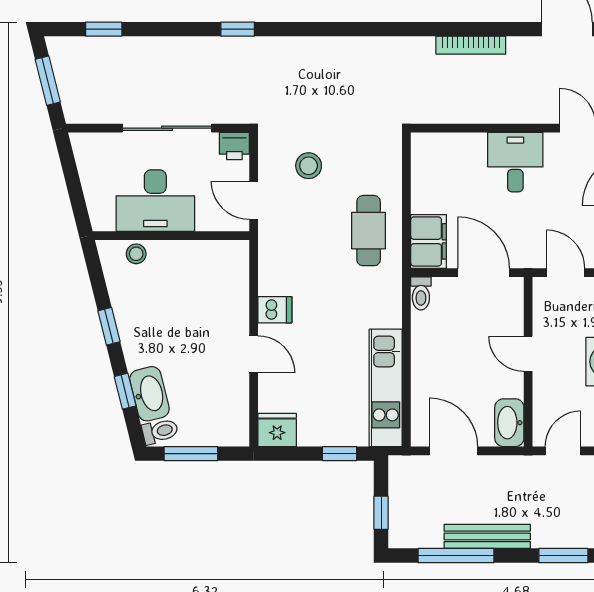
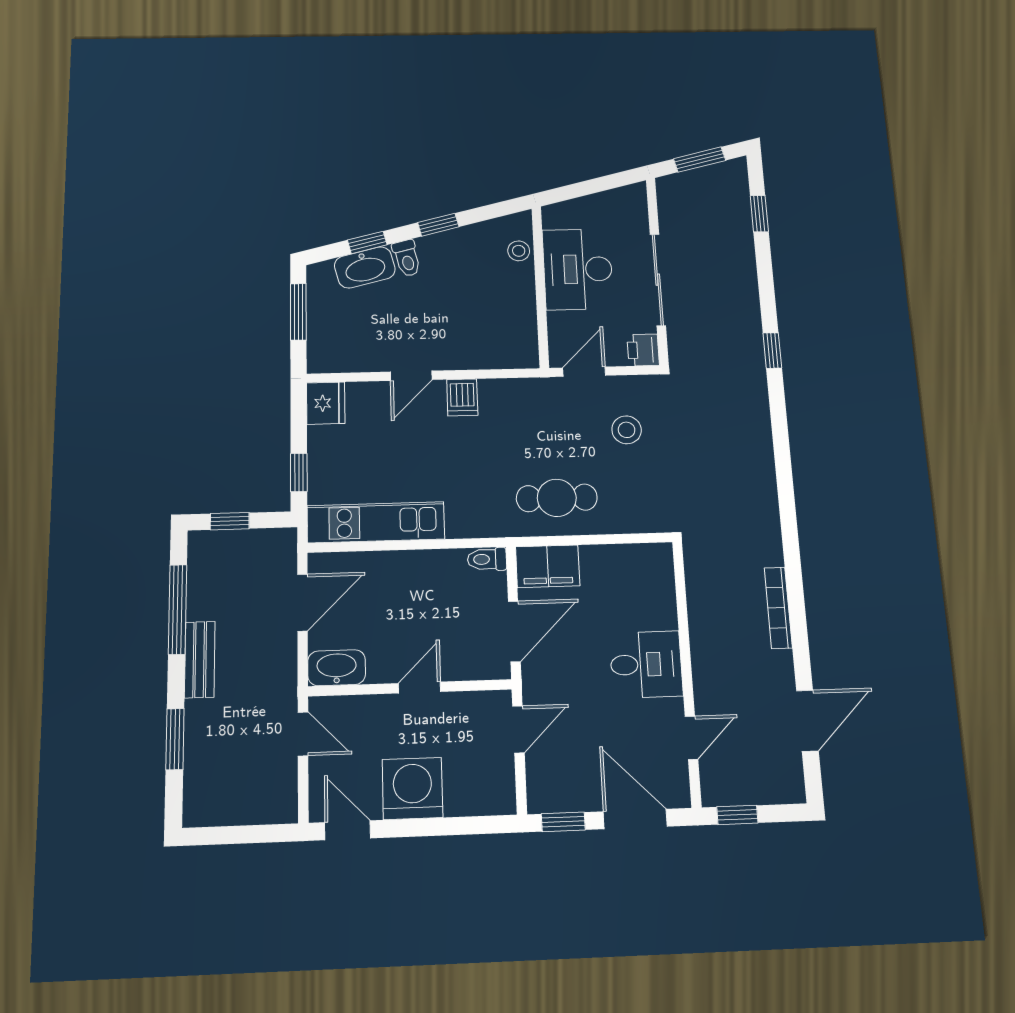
toilet: (160, 431) -> (407, 258), moved
bench: (487, 536) -> (200, 660), width x0.73

